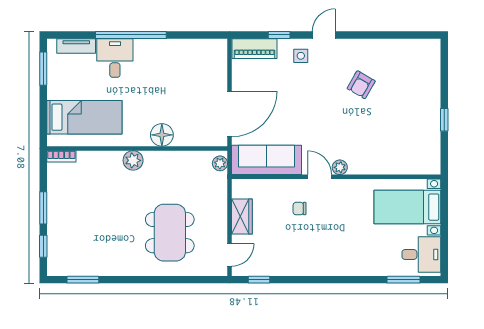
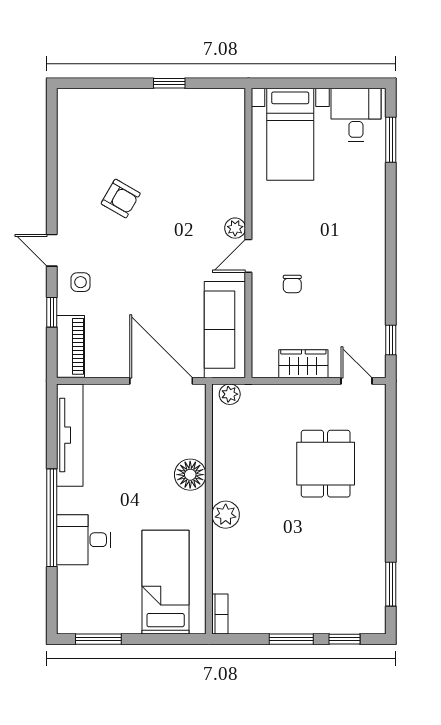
tv unit: (76, 46) -> (70, 435), moved, width x1.92, depth x1.29
dining table: (170, 233) -> (326, 464), width x0.73

